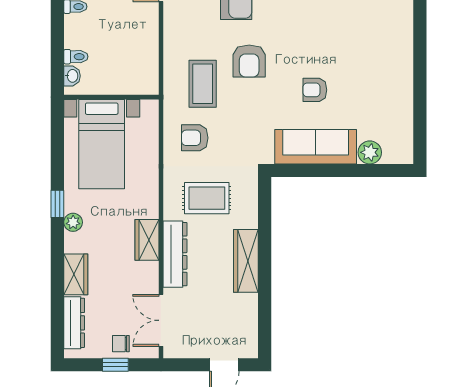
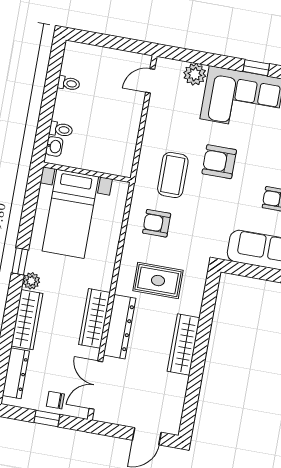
armchair: (249, 61) -> (219, 162), turned 90
wardrobe: (147, 240) -> (95, 318), width x1.50
wardrobe: (76, 274) -> (27, 320), width x1.50

